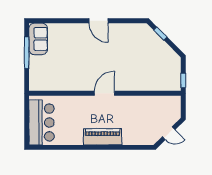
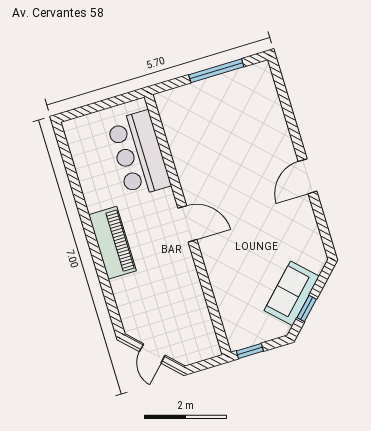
window: (160, 34) -> (307, 308), moved
sofa: (38, 39) -> (292, 293), moved, turned 135
bar counter: (42, 122) -> (139, 154), moved, turned 90

